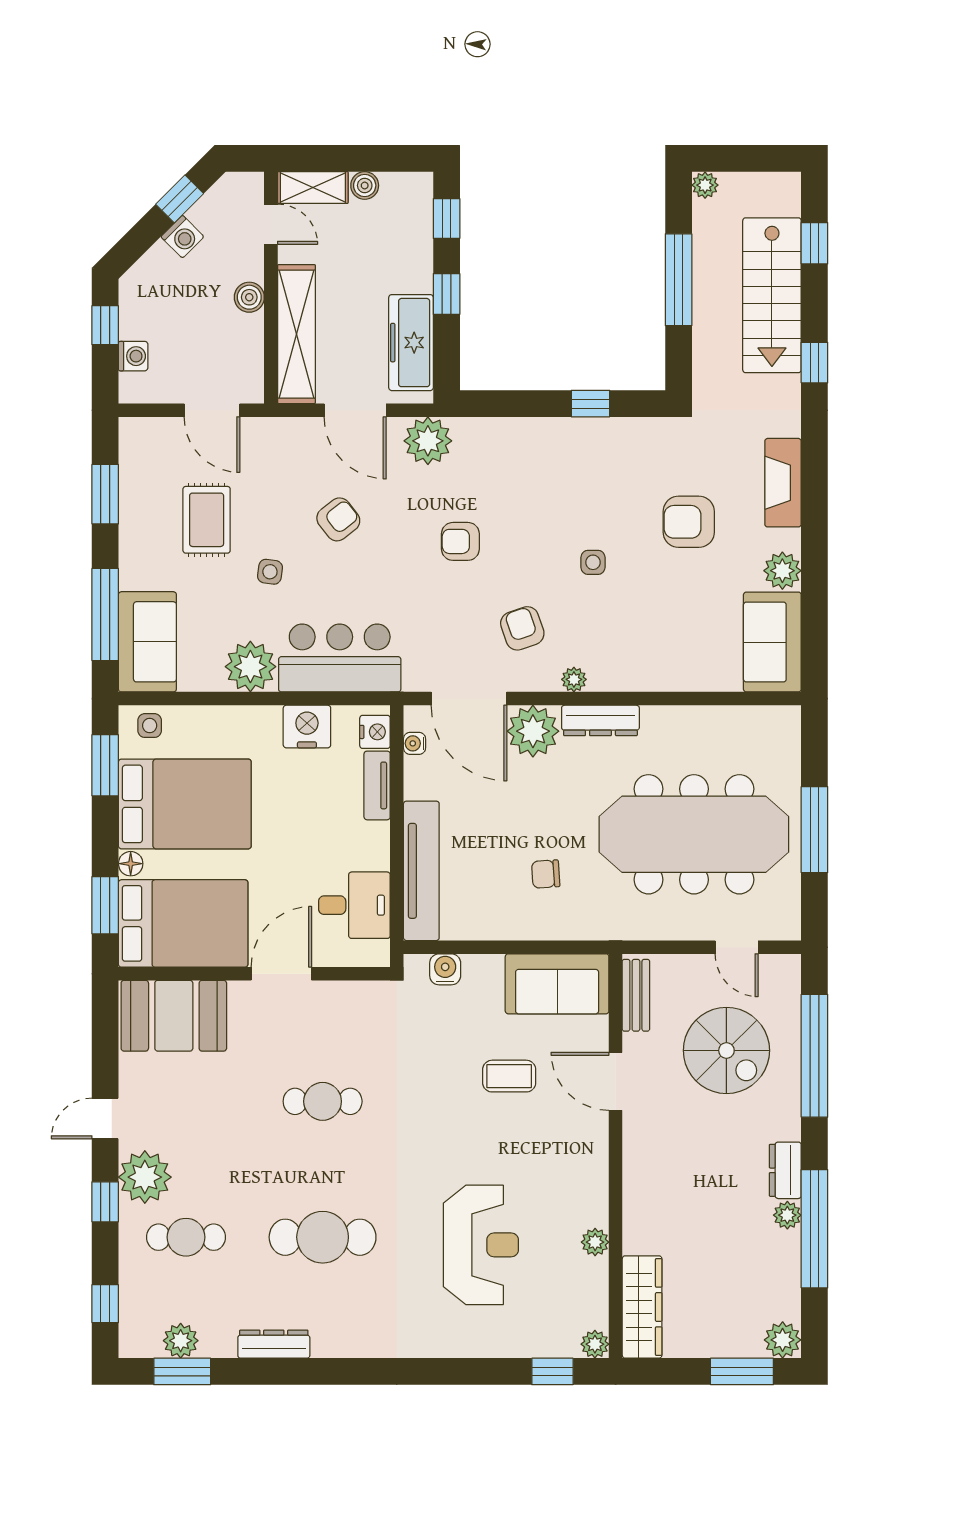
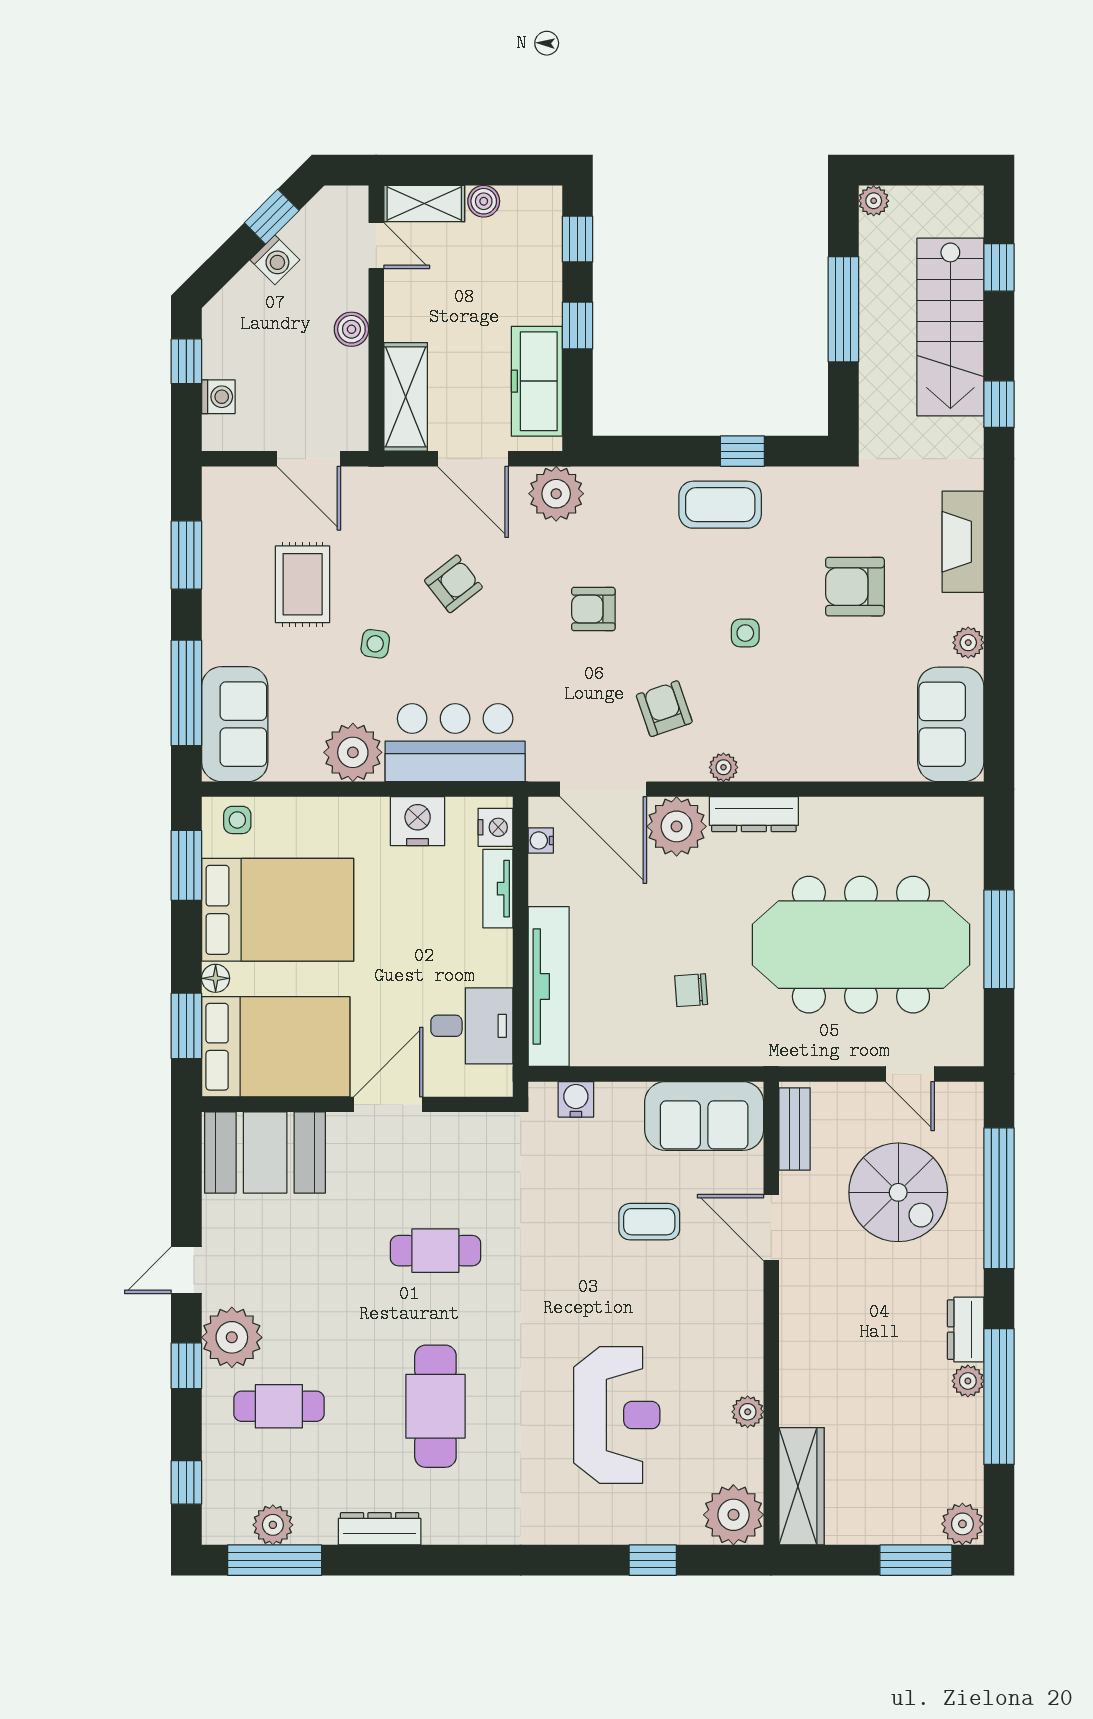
shelving: (296, 334) -> (406, 397), width x0.68
coffee table: (571, 450) -> (720, 505), added
plant: (782, 571) -> (968, 643), width x0.73, depth x0.73
cafe table: (323, 1237) -> (435, 1406), turned 90
plant: (595, 1344) -> (733, 1515), width x1.88, depth x1.88
window: (182, 1371) -> (275, 1560), width x1.44
window: (552, 1371) -> (653, 1560), moved

